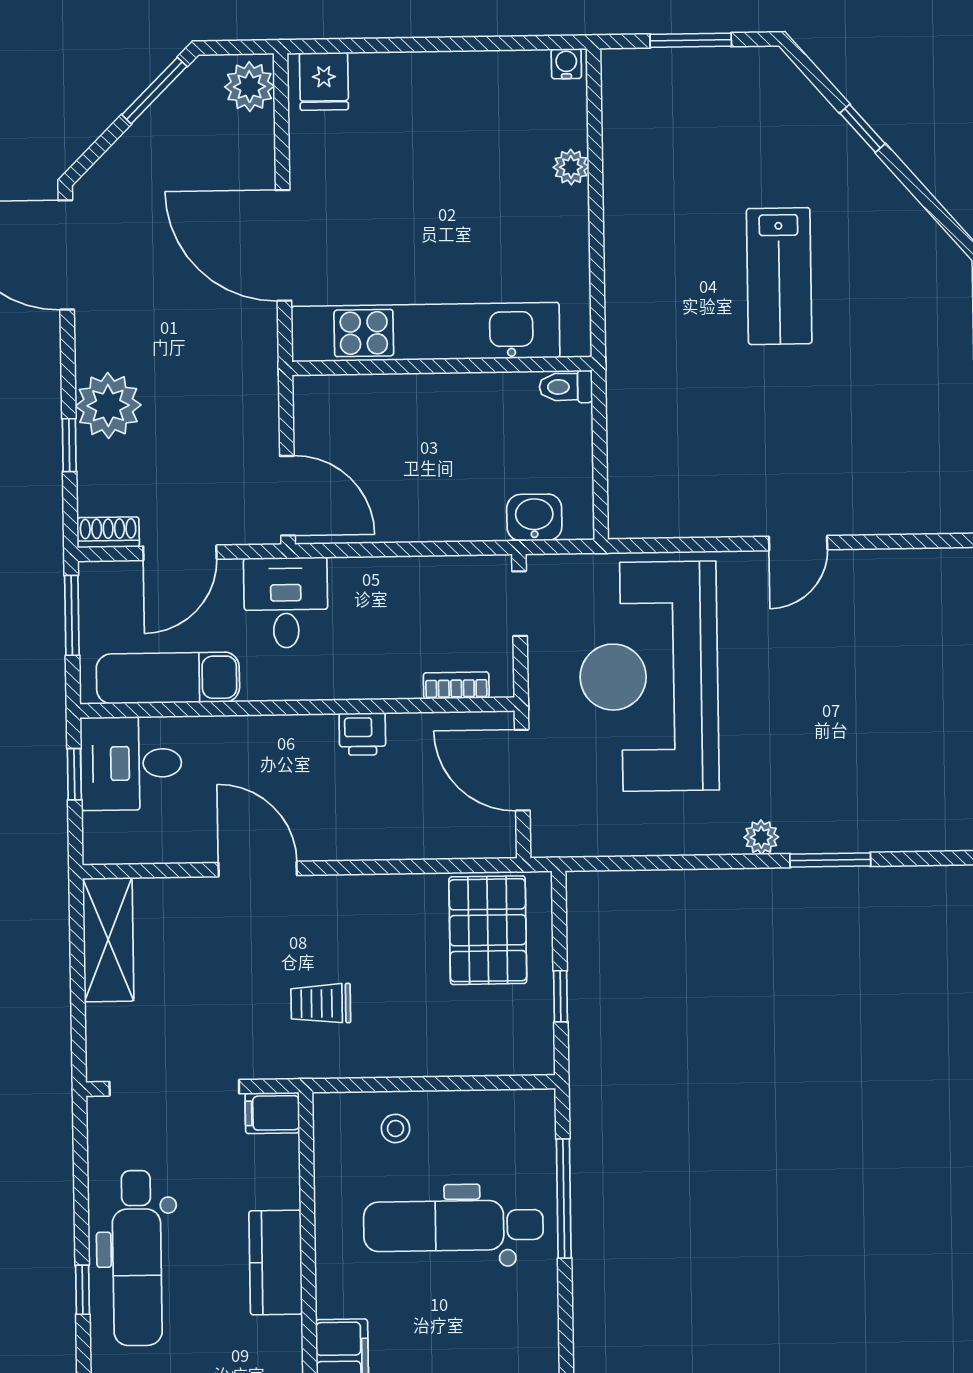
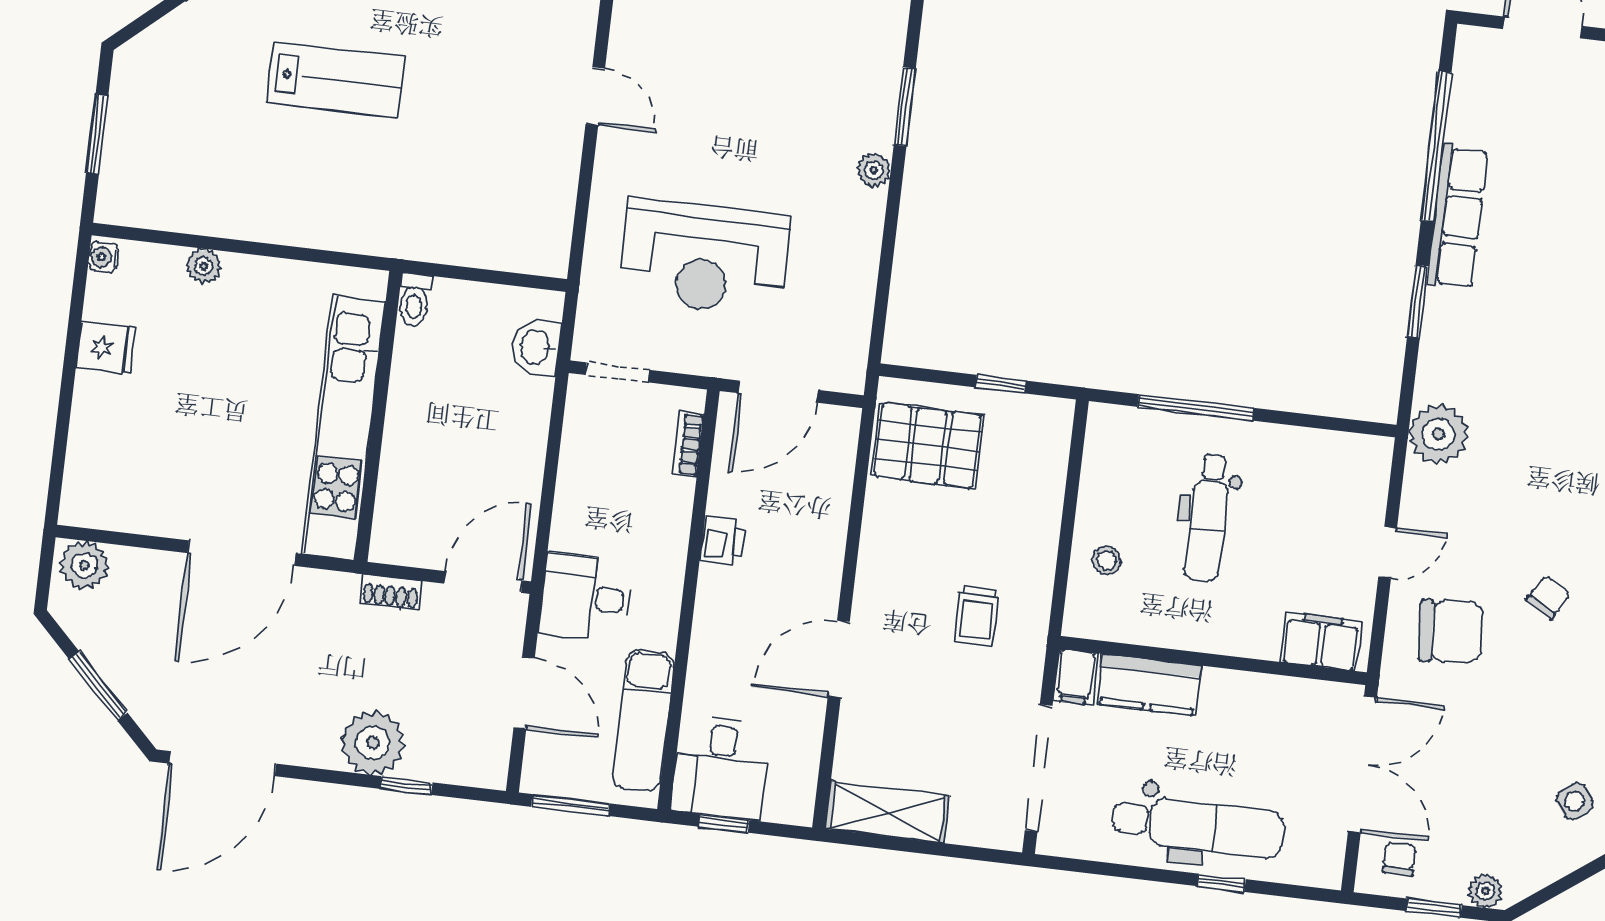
fridge: (324, 81) -> (106, 348), moved
window: (154, 91) -> (98, 686), moved
shoe rack: (108, 532) -> (391, 592), moved, turned -90
reception desk: (649, 676) -> (704, 257), width x0.74, depth x0.77
dental chair: (453, 1226) -> (1208, 517), width x0.73, depth x0.72
kitchen counter: (276, 1262) -> (1149, 685), moved

